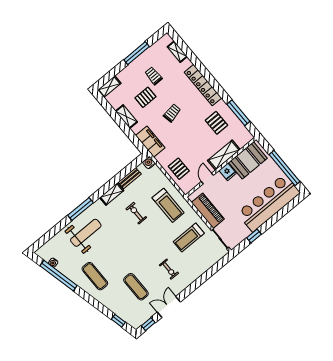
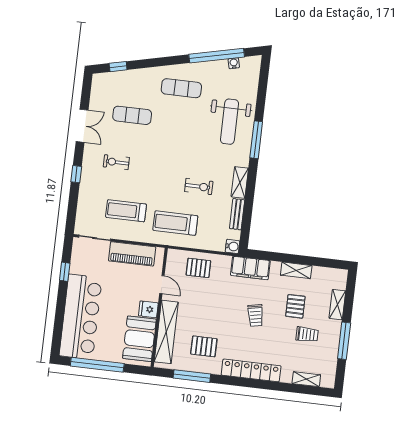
shelving: (109, 87) -> (337, 305), moved
shelving: (224, 155) -> (166, 332), width x1.47
treadmill: (189, 238) -> (126, 211), turned -90
window: (148, 324) -> (76, 174), moved

